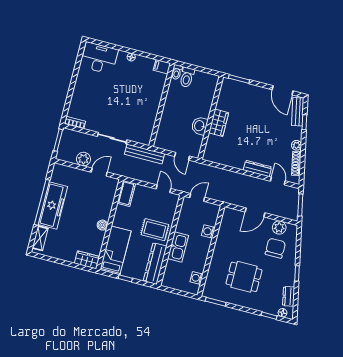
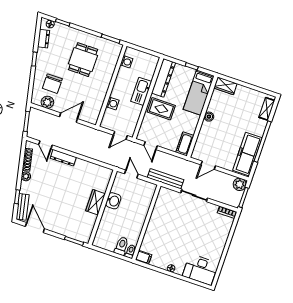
plant: (83, 159) -> (240, 184), moved
freezer: (53, 205) -> (247, 154), moved
dining table: (244, 277) -> (83, 60), turned 90

